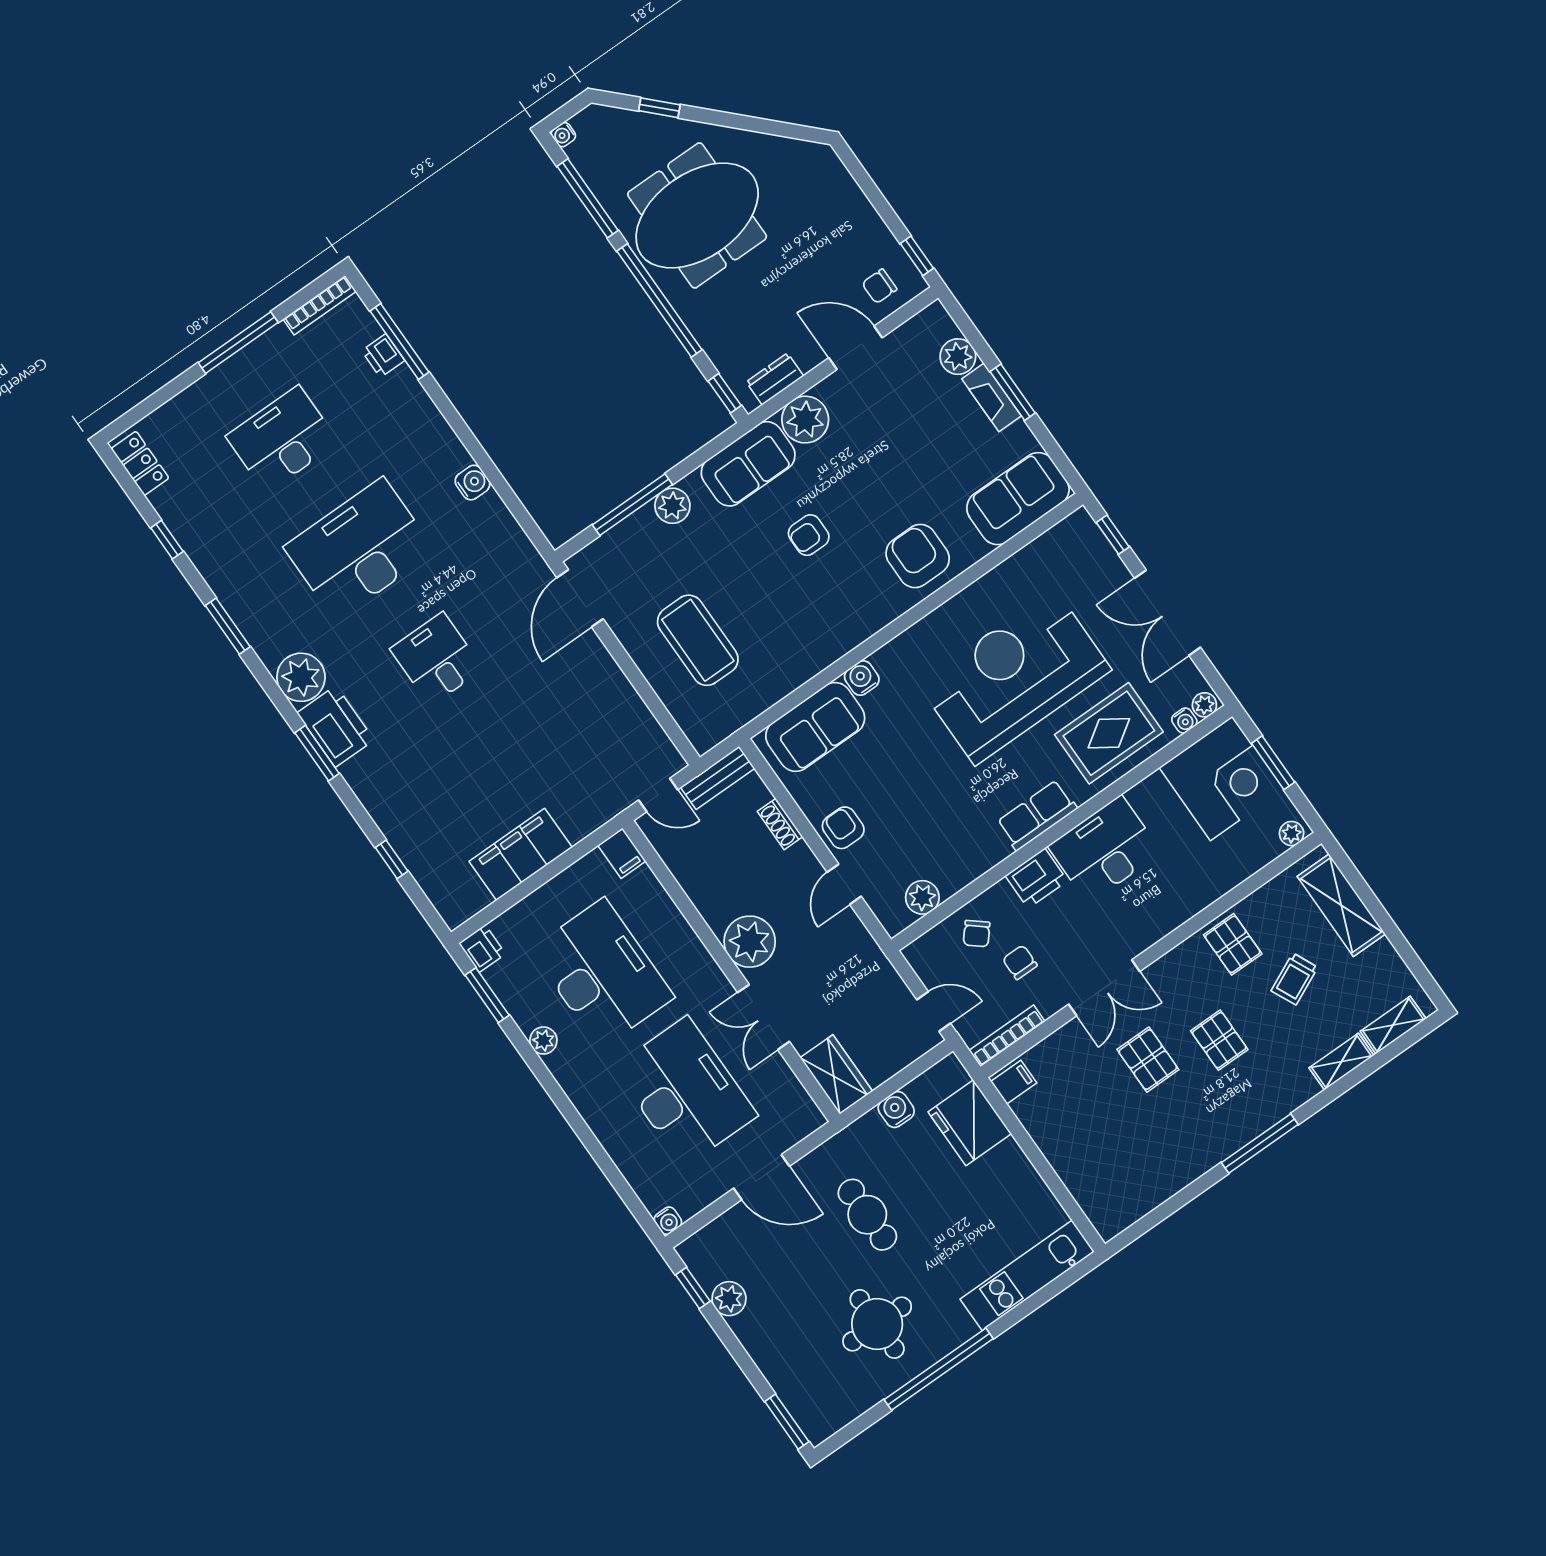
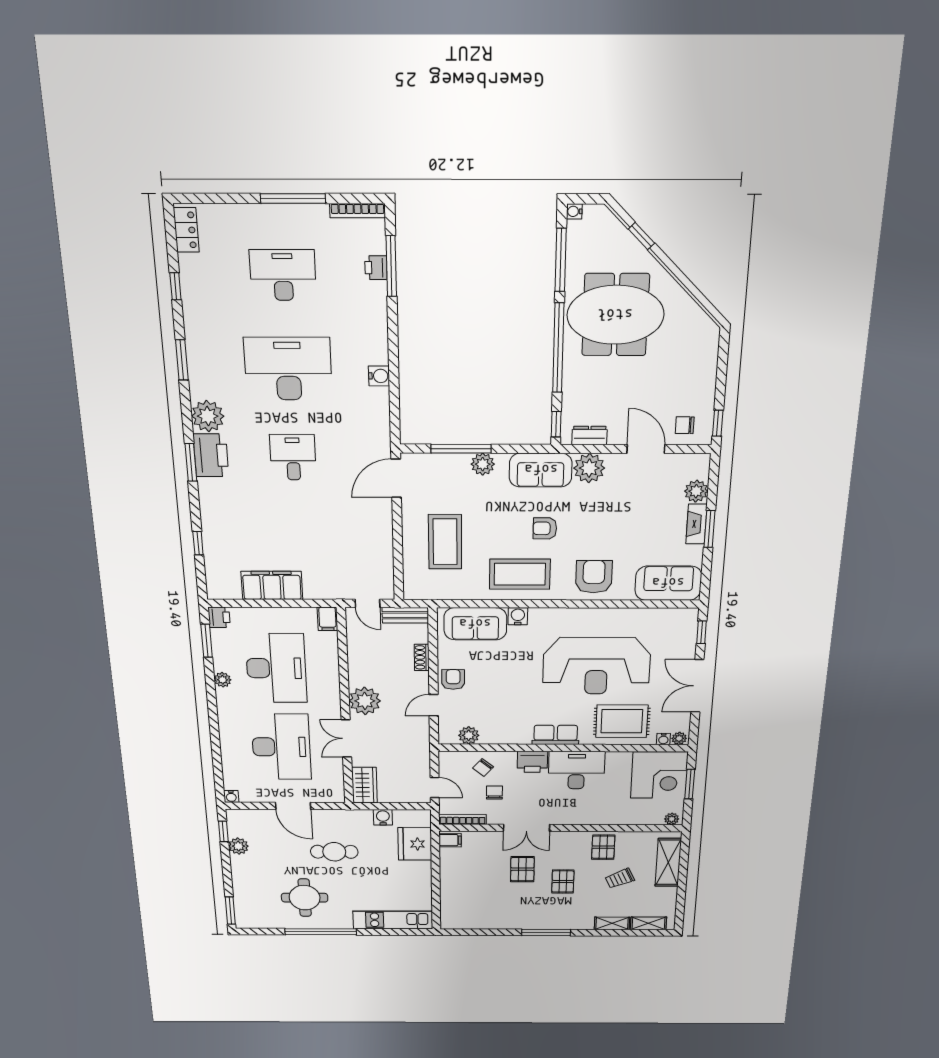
coffee table: (822, 618) -> (520, 574), added
reception desk: (1015, 677) -> (596, 666), turned 180
cafe table: (867, 1215) -> (334, 852), turned 90

